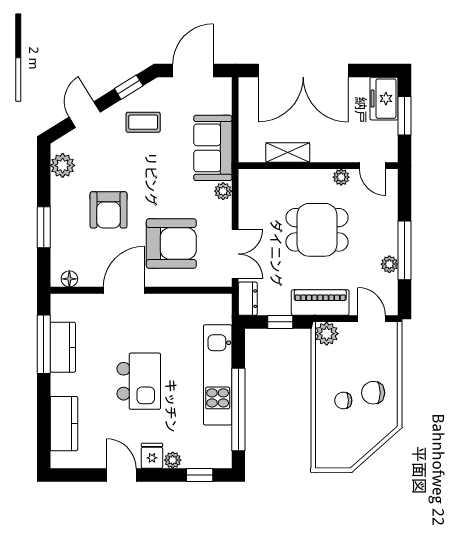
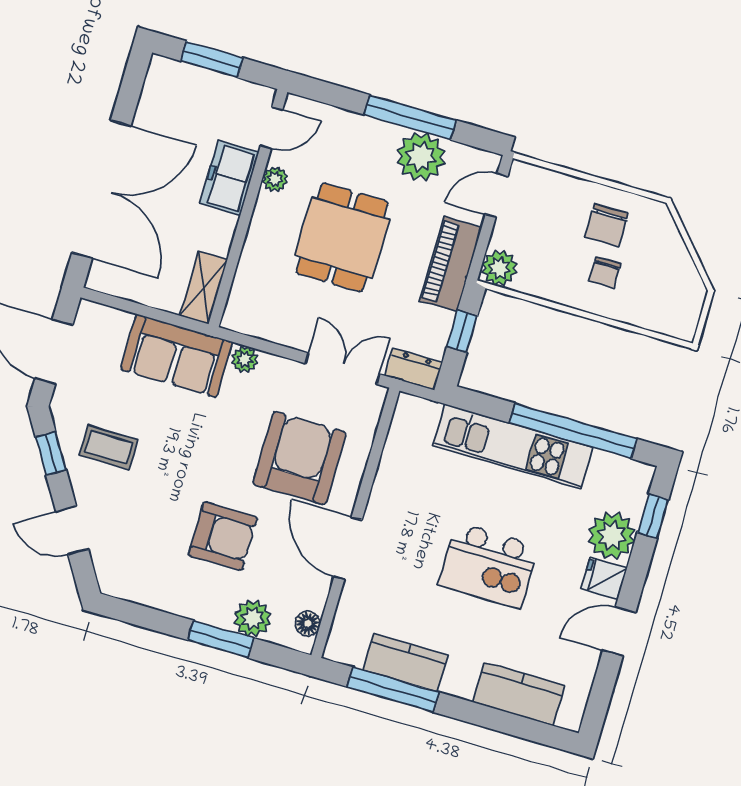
freezer: (384, 99) -> (229, 178), moved, turned 90
coffee table: (143, 122) -> (109, 447), turned 90
shelving: (288, 152) -> (204, 288), moved
plant: (63, 165) -> (253, 618), moved
plant: (389, 264) -> (421, 157), width x1.87, depth x1.87
kitchen island: (139, 381) -> (488, 565), turned 180
plant: (173, 460) -> (612, 536), width x1.87, depth x1.87

